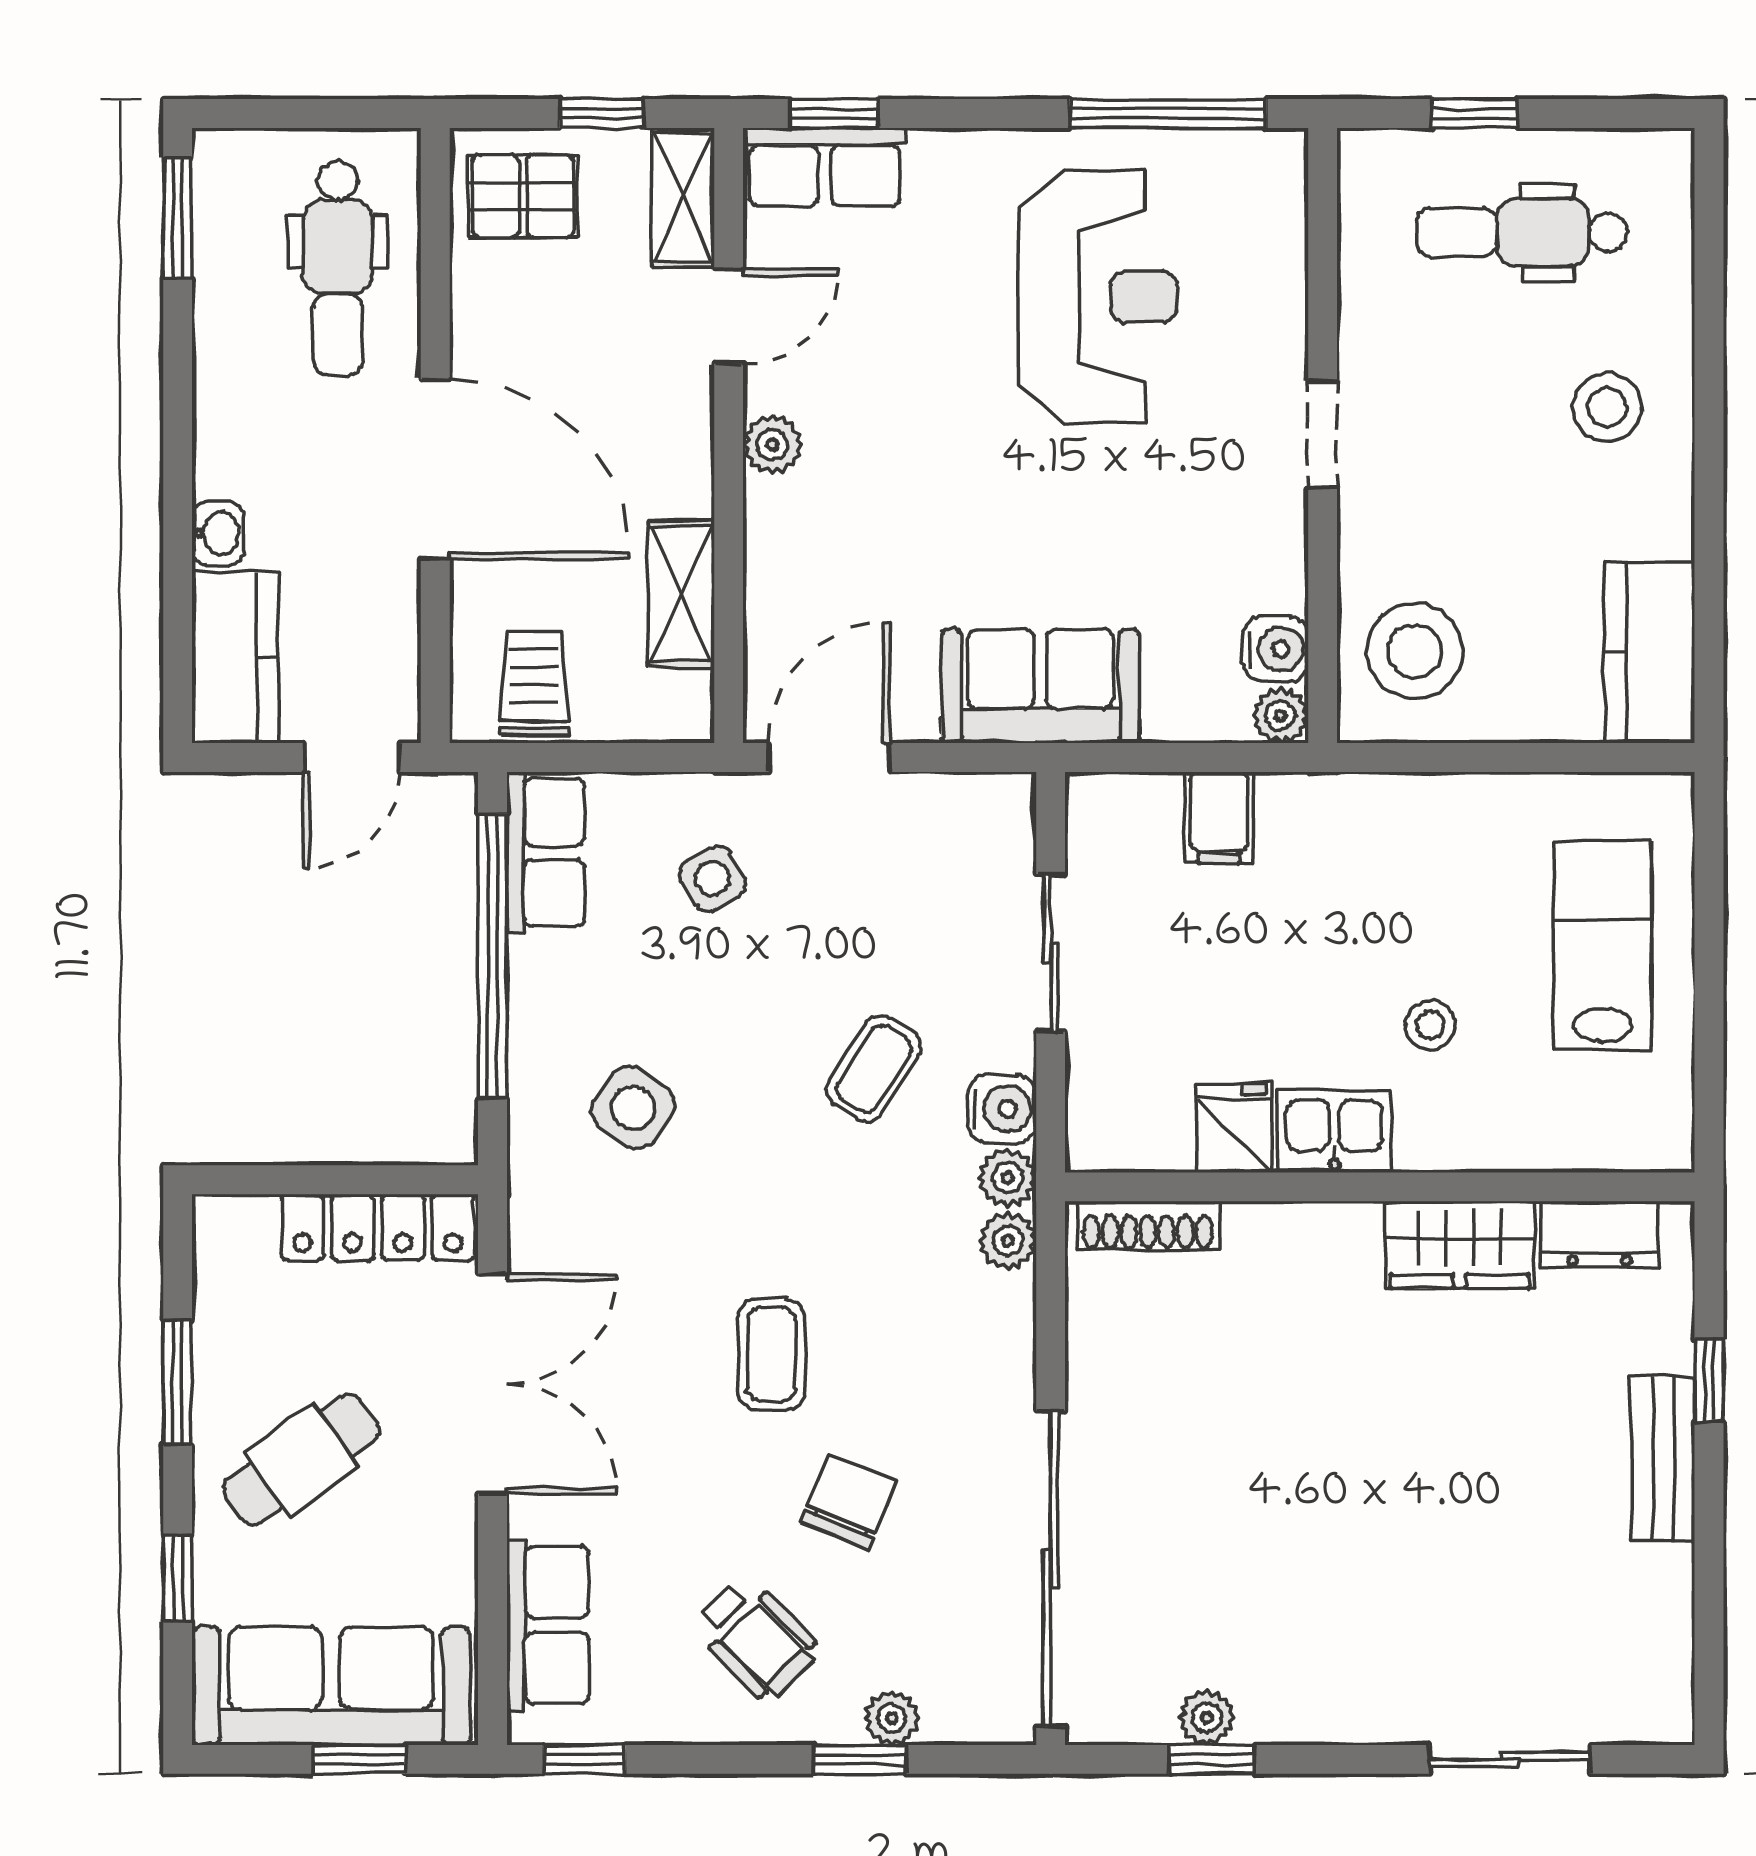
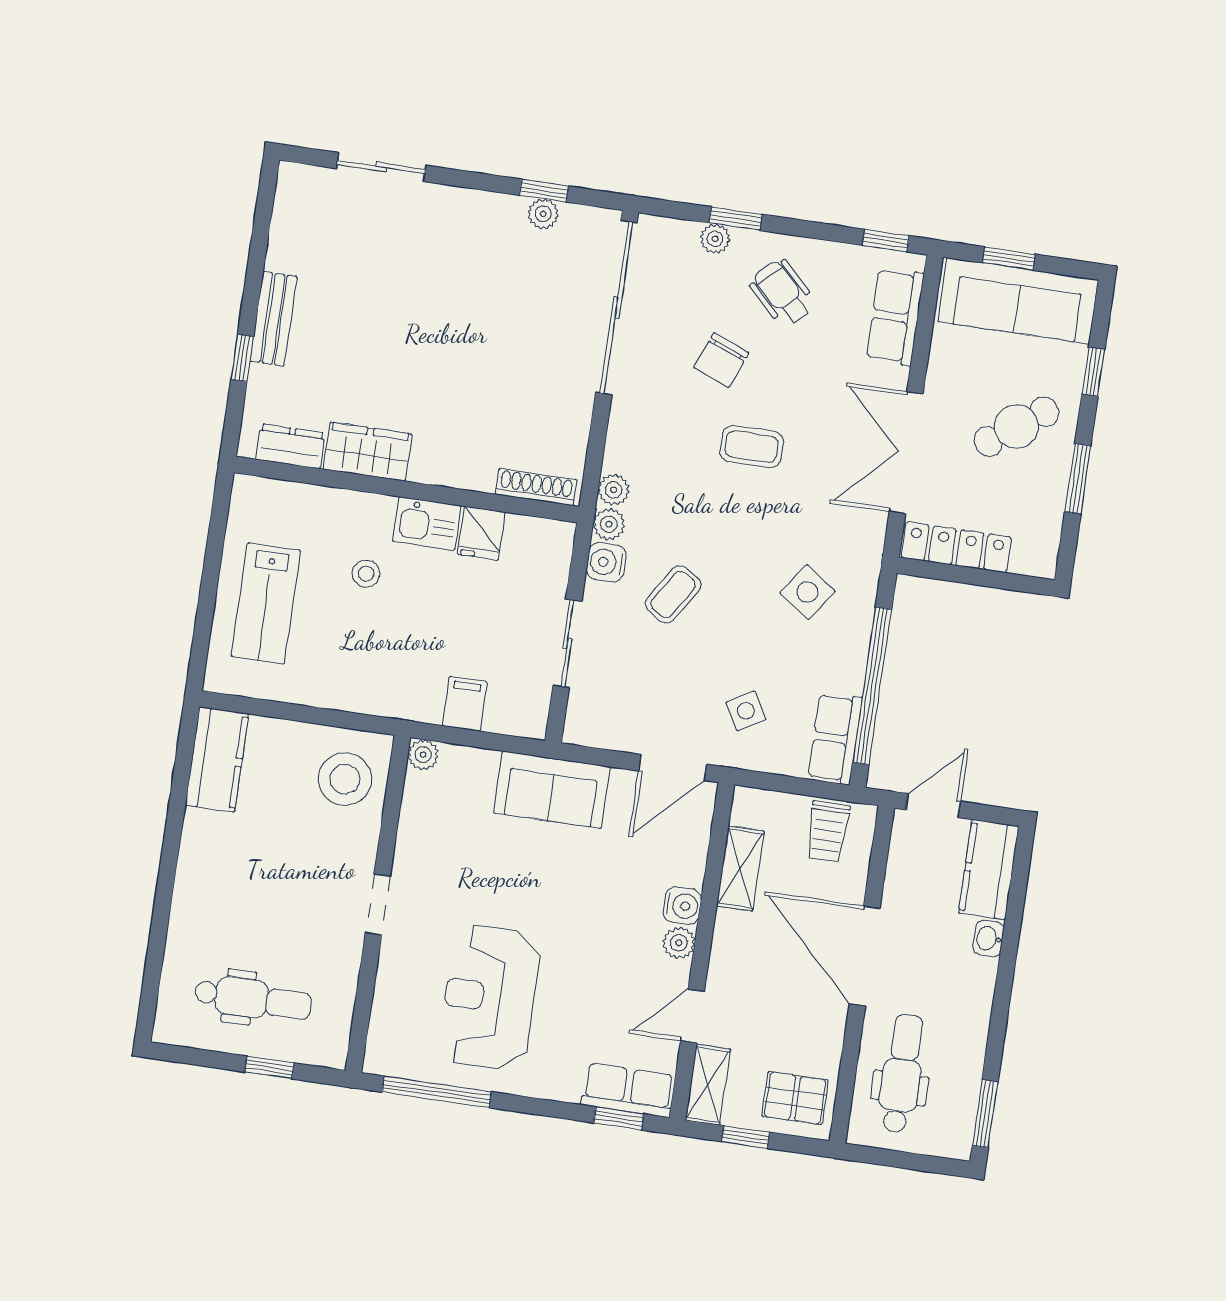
stool: (1607, 407) -> (220, 897), removed
water cooler: (1276, 649) -> (682, 906), moved, turned 180
coffee table: (772, 1354) -> (752, 447), turned 90

